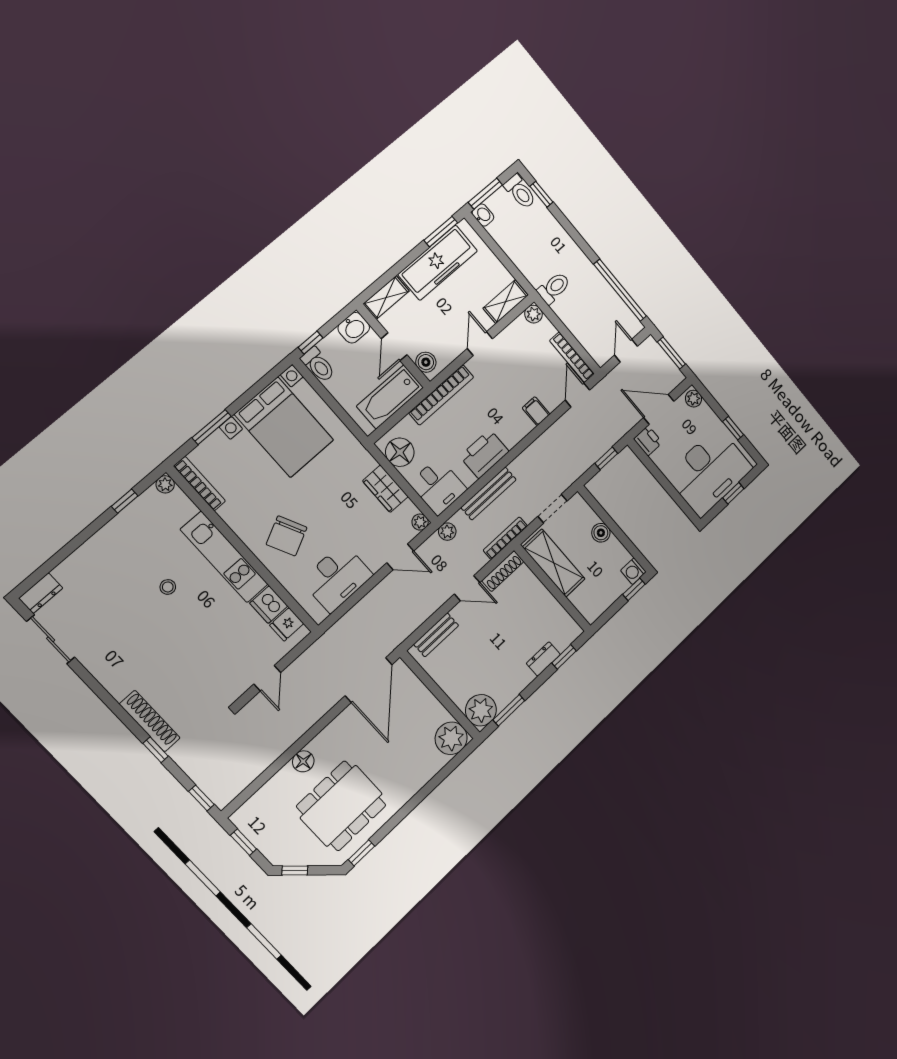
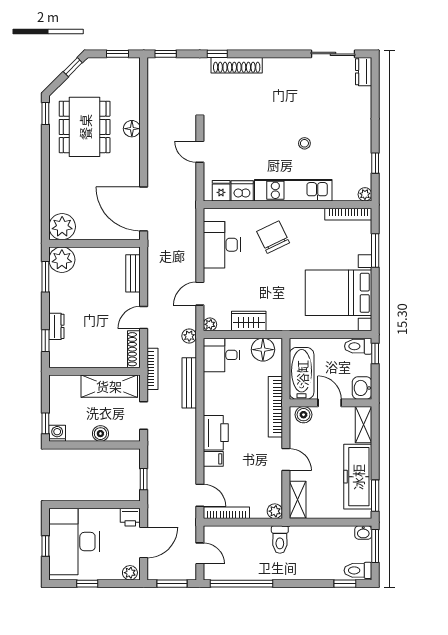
printer: (484, 454) -> (216, 433), moved

